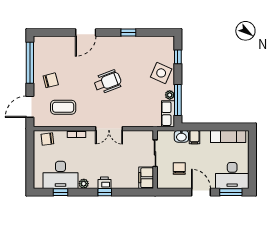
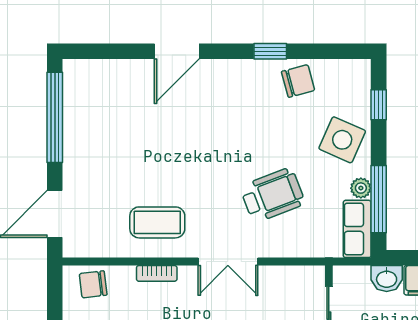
chair: (51, 80) -> (298, 81), moved
wheelchair: (108, 82) -> (272, 195), moved
coffee table: (63, 107) -> (157, 222), moved

